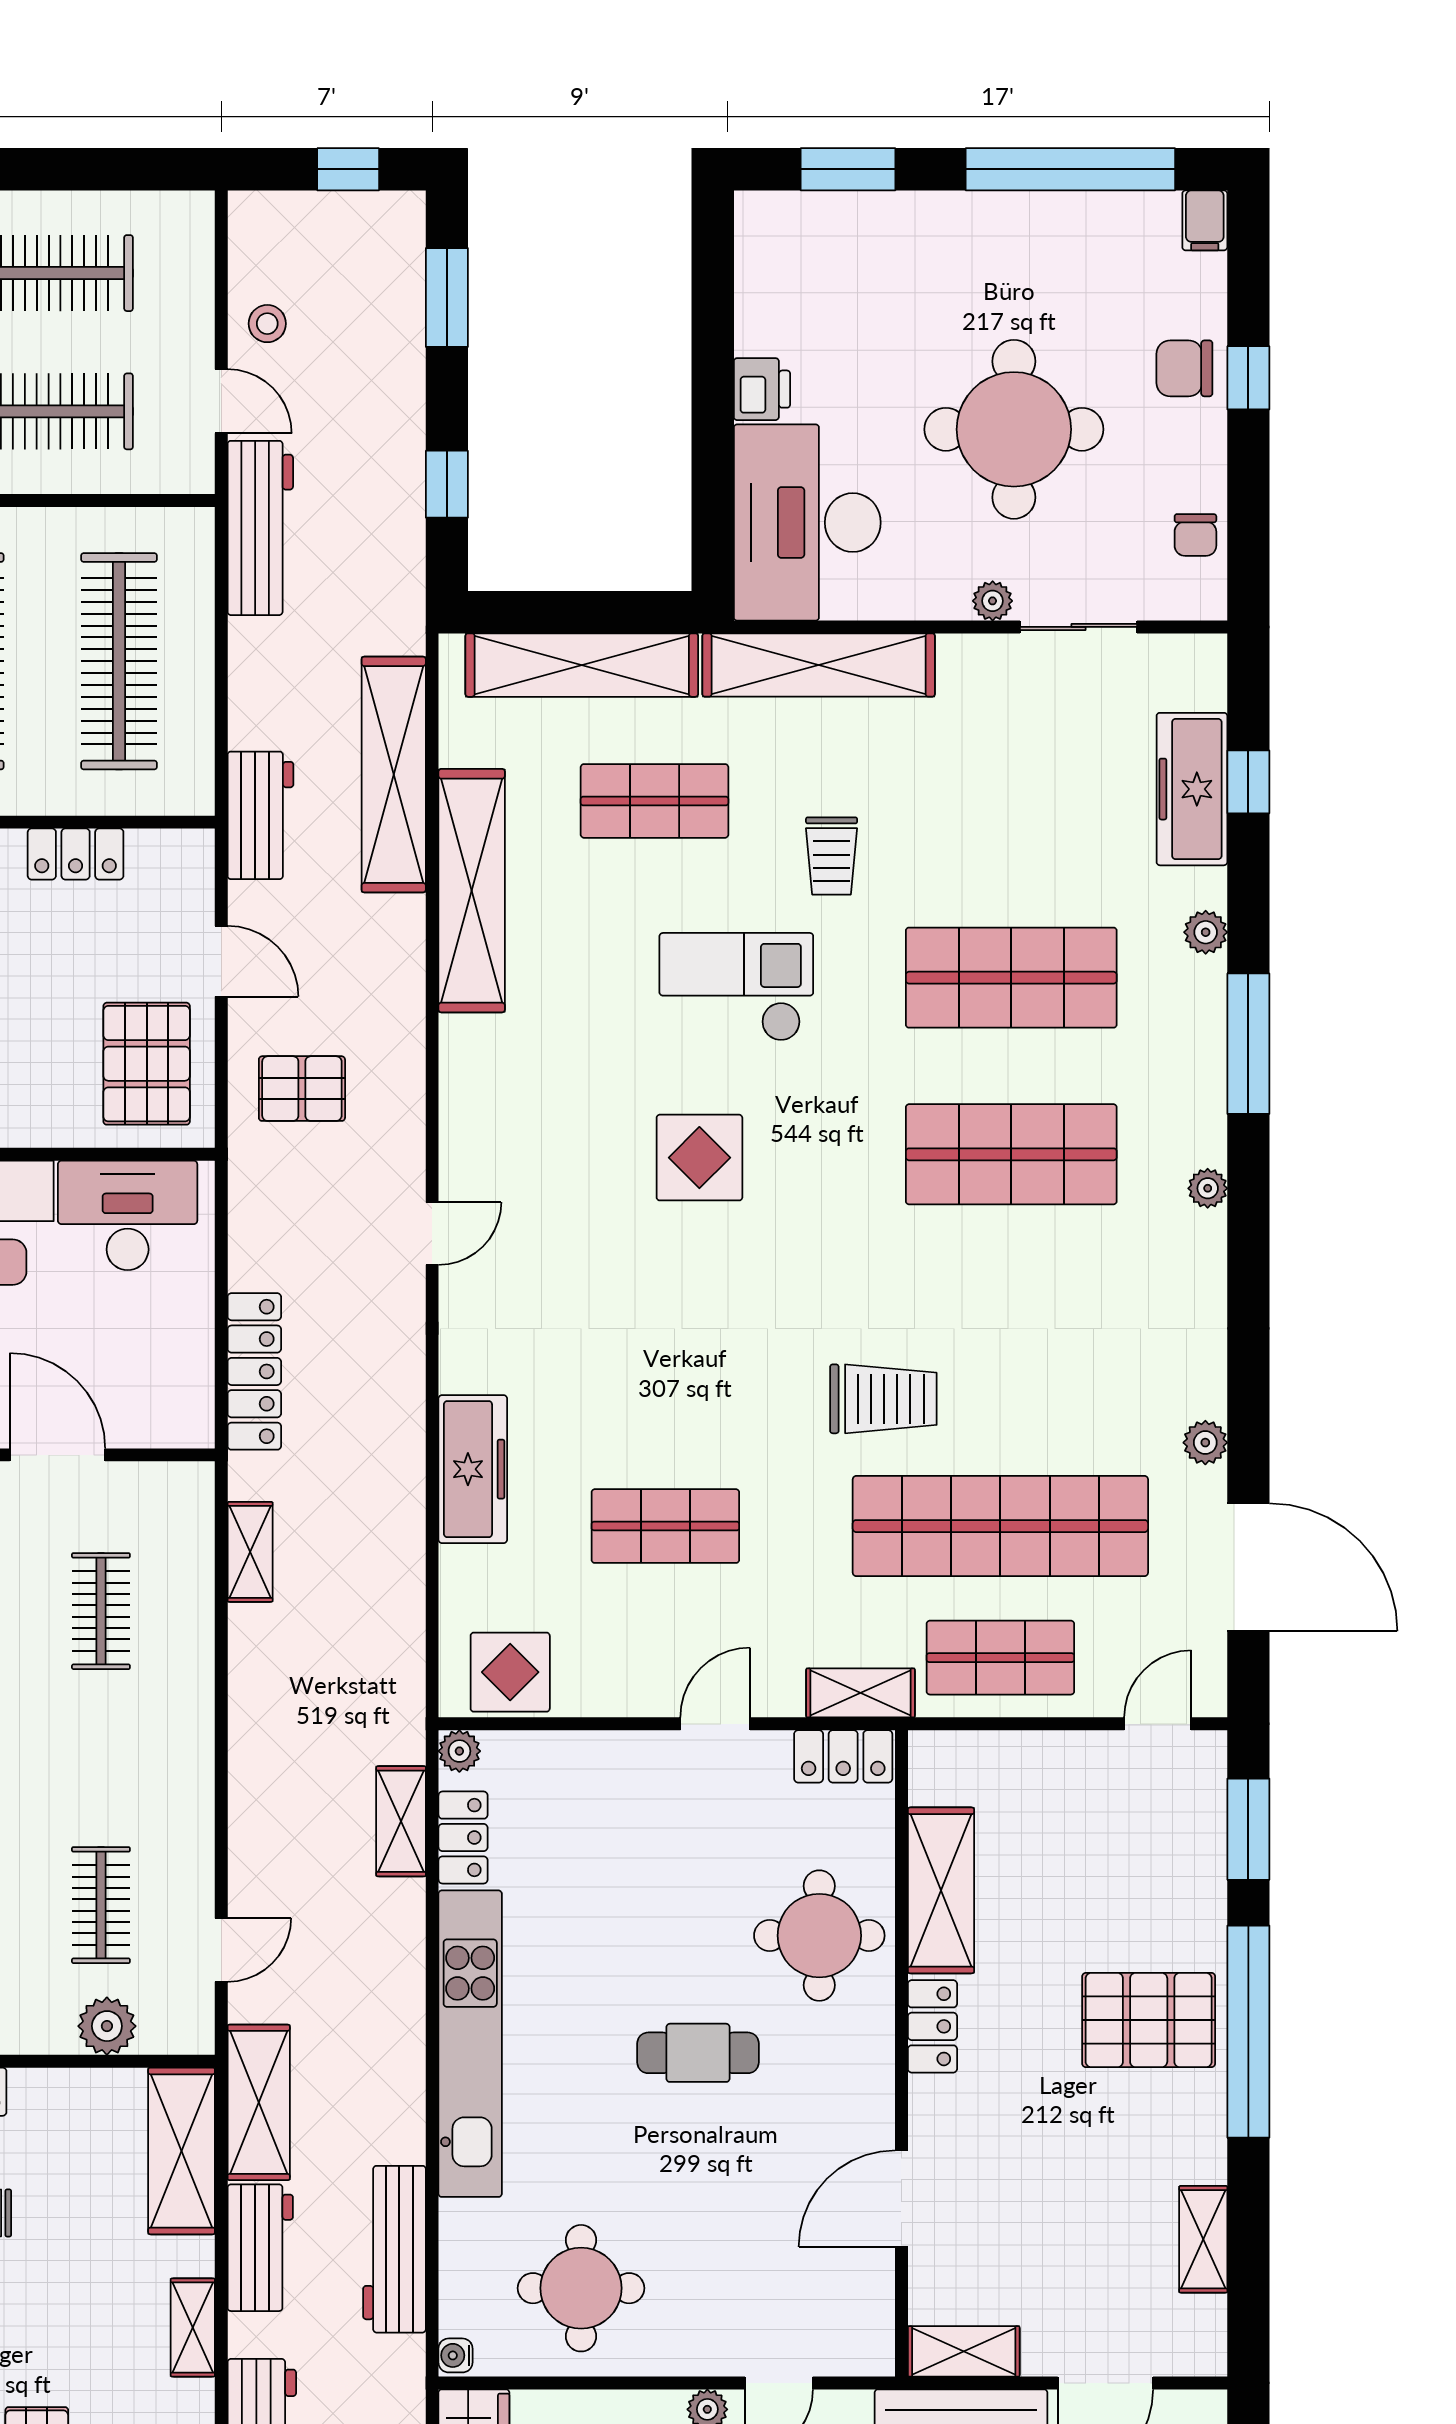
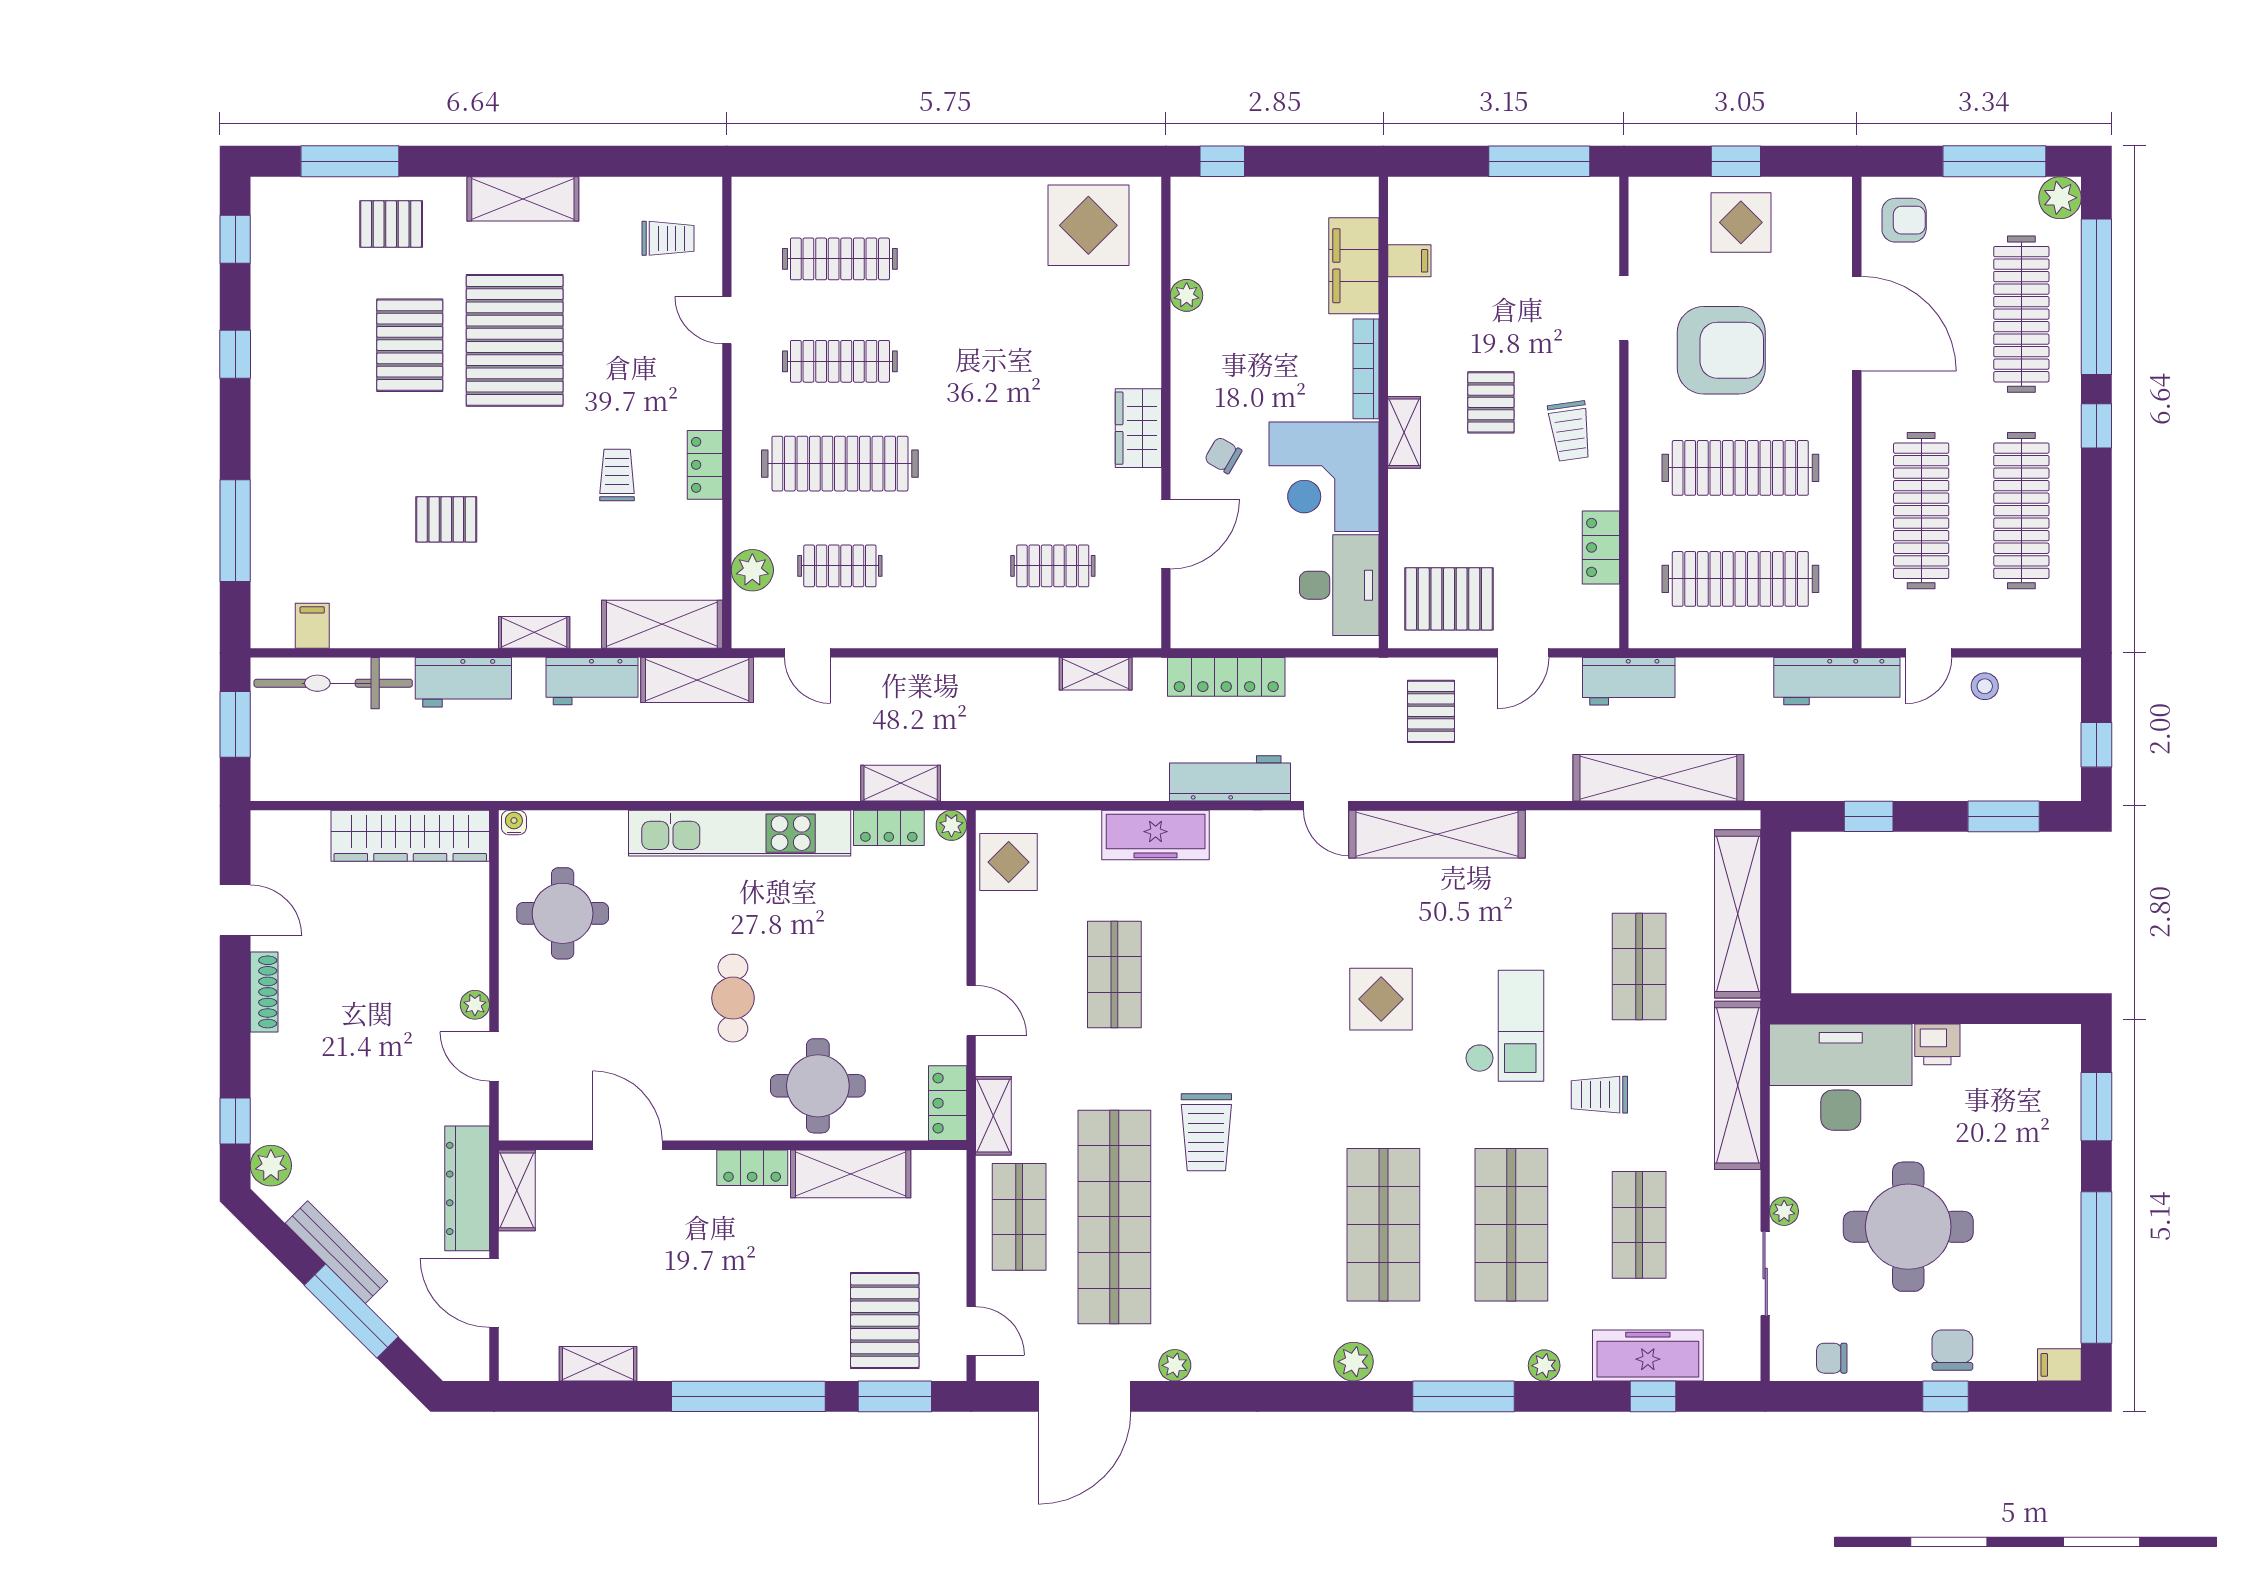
shop shelf: (1011, 801) -> (1639, 1225), added
shelving: (472, 891) -> (1437, 834), moved
plant: (1208, 1188) -> (1353, 1362), width x1.38, depth x1.38
pallet: (1149, 2020) -> (885, 1321), moved
workbench: (394, 2249) -> (1230, 778), moved

